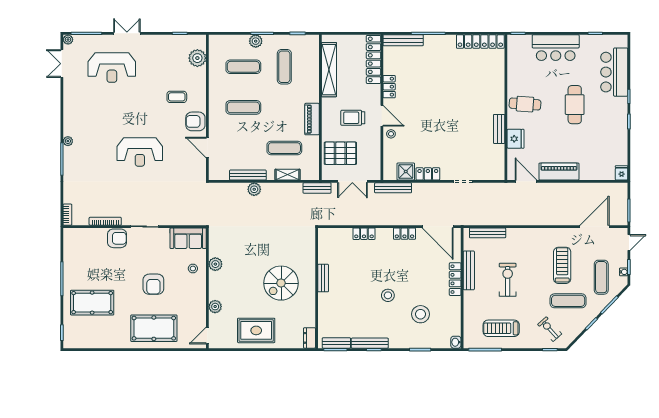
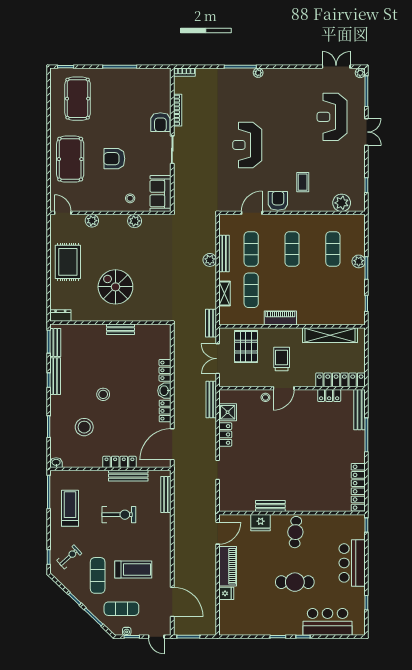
exercise mat: (284, 67) -> (251, 249), moved, turned 90
locker: (389, 87) -> (329, 395), moved
fridge: (622, 173) -> (226, 593), moved
washbasin: (384, 234) -> (164, 391), added
pool table: (92, 303) -> (78, 99), moved

